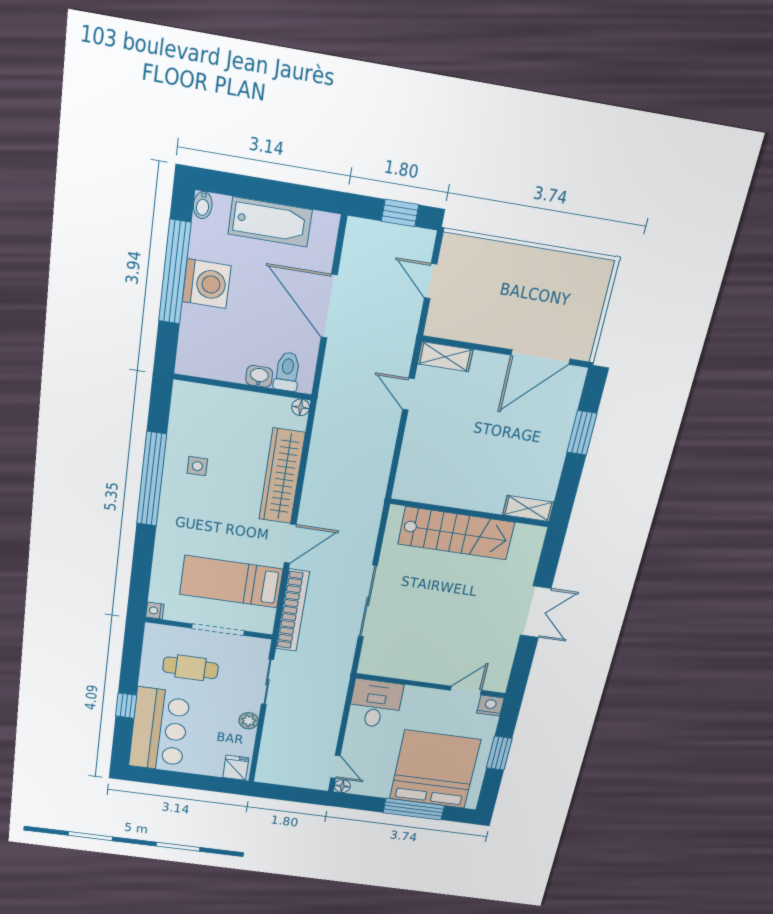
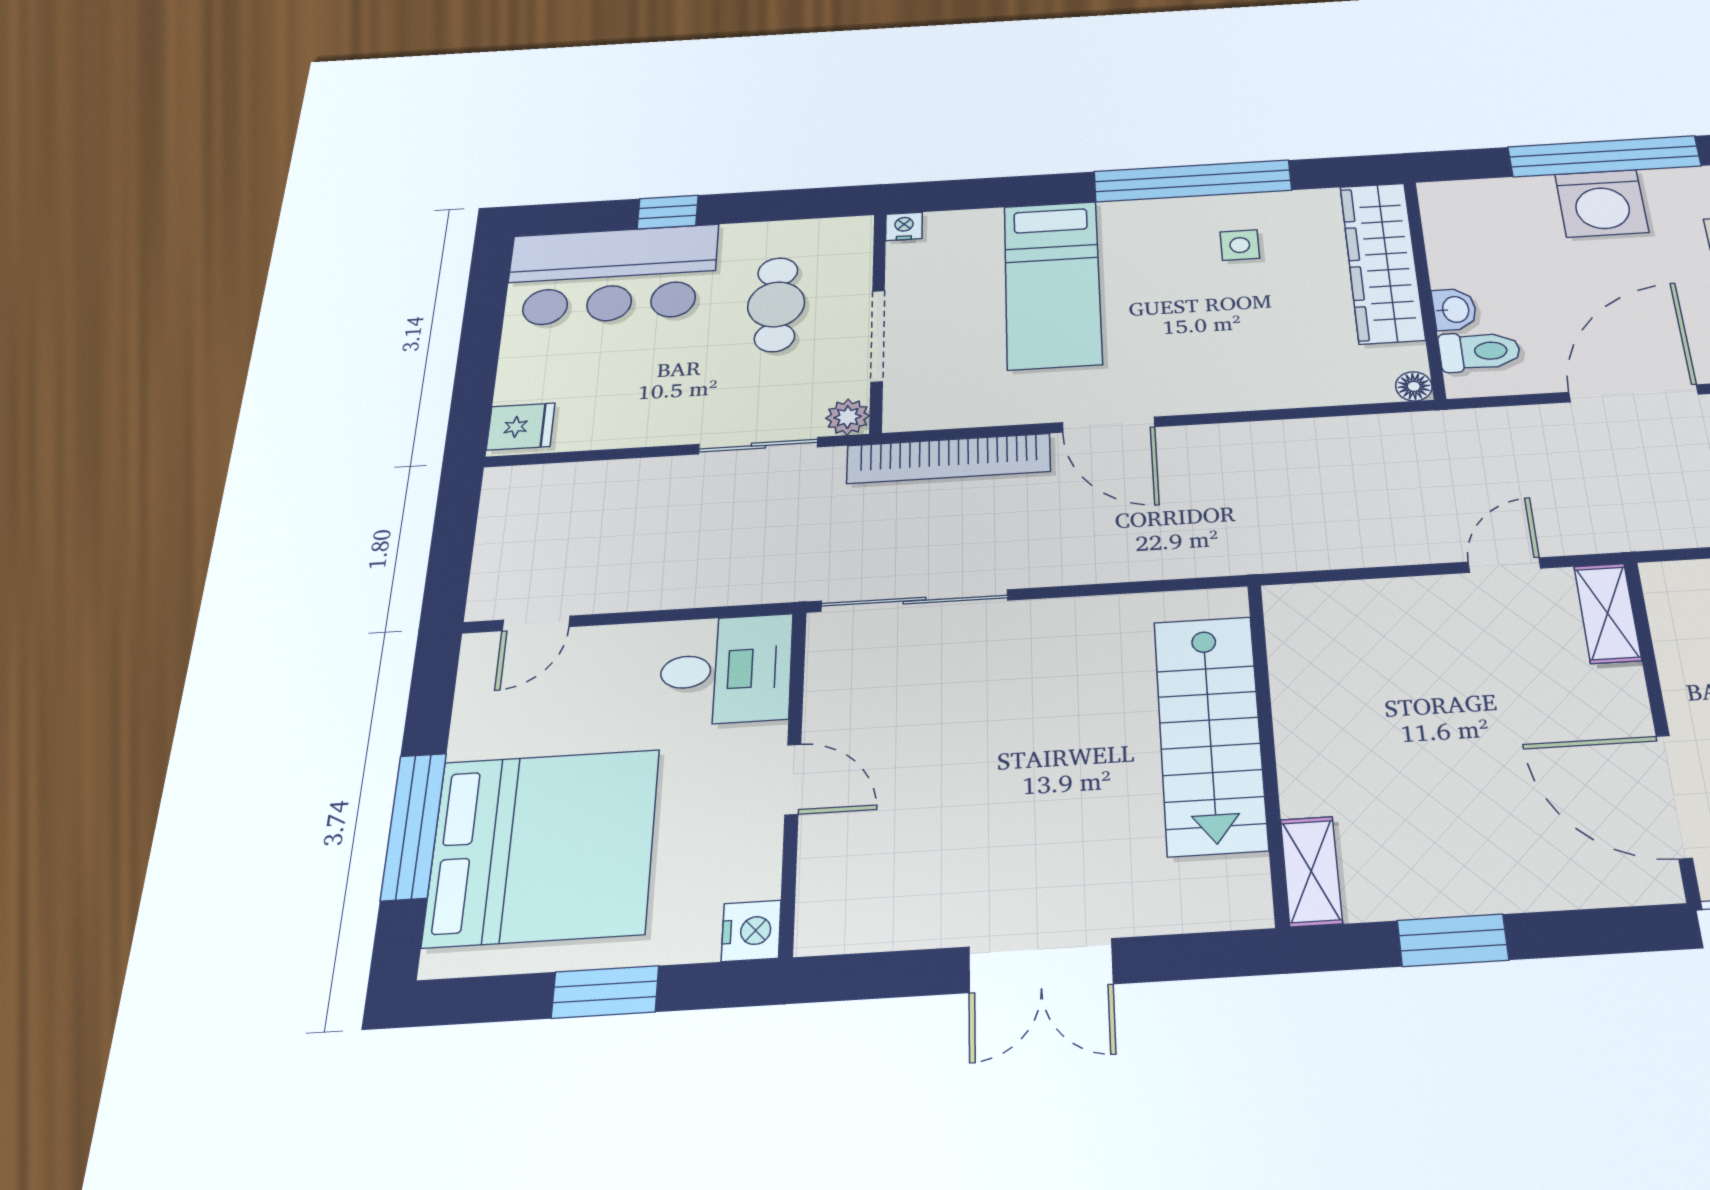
window: (582, 433) -> (1453, 940), moved
wardrobe: (282, 476) -> (1382, 262), moved, turned -90
bed: (231, 582) -> (1052, 284), moved, turned 180
sliding door: (368, 601) -> (915, 601), moved
door: (466, 690) -> (793, 779), moved
plant: (249, 721) -> (848, 417), moved
floor lamp: (342, 786) -> (480, 650), removed

